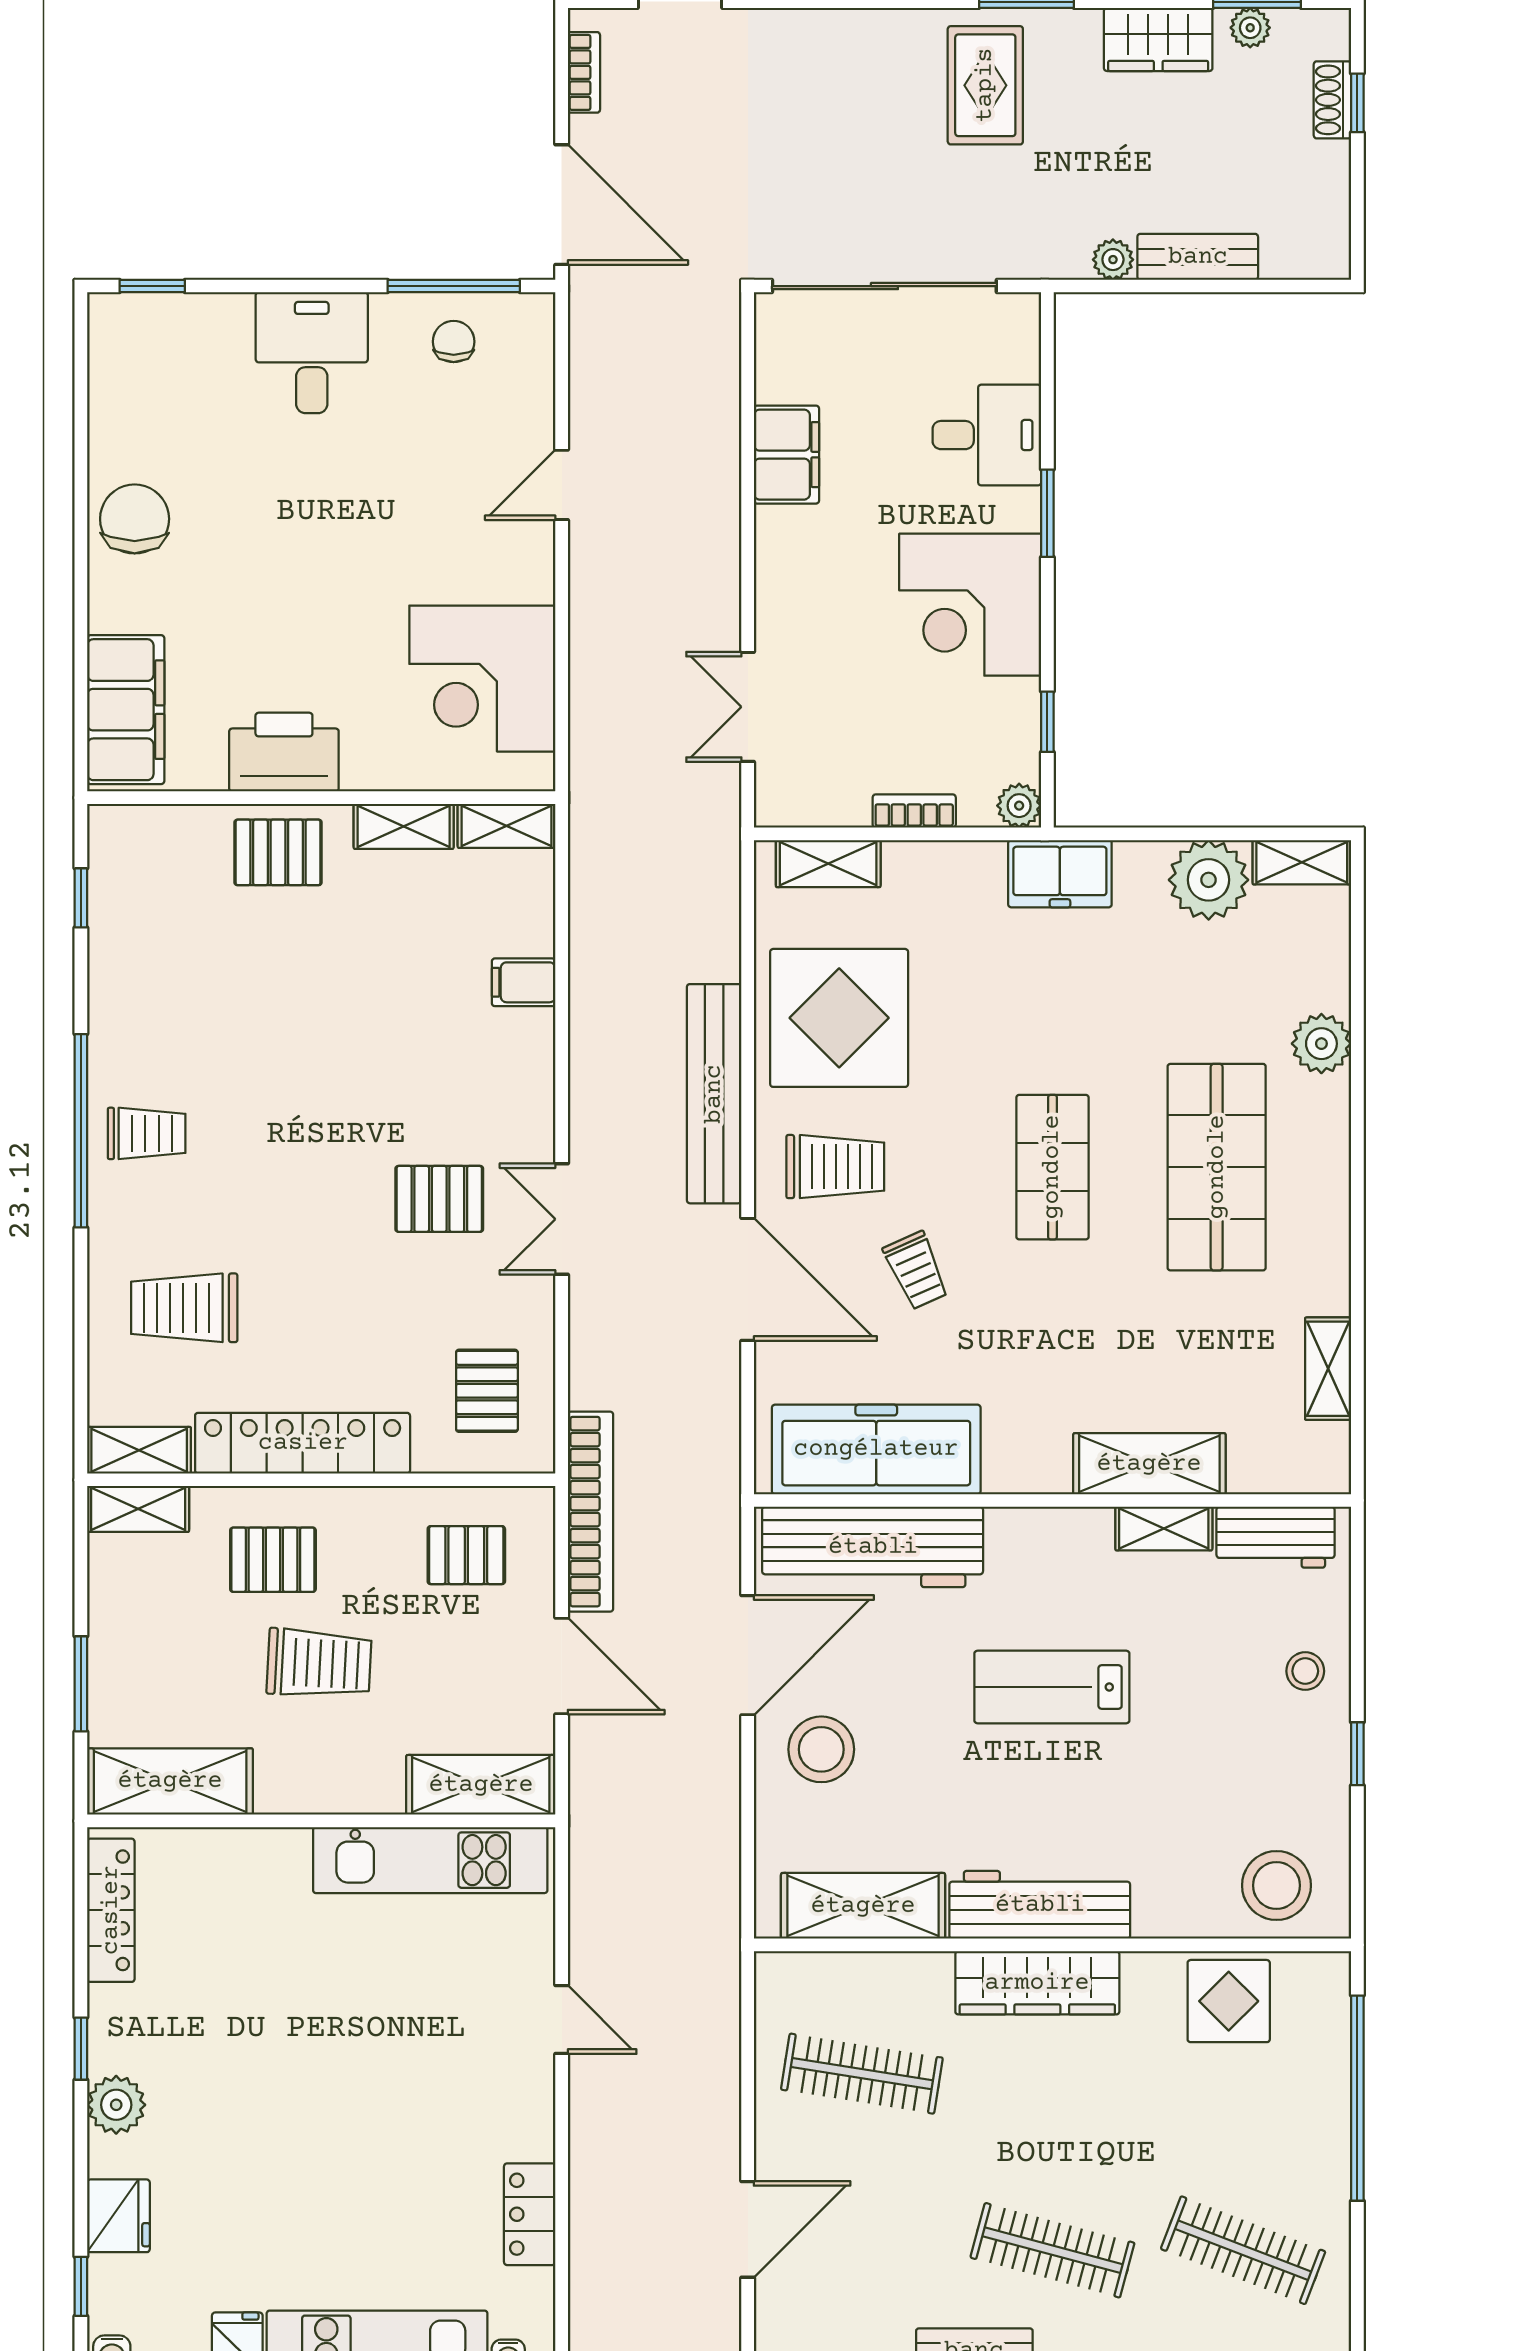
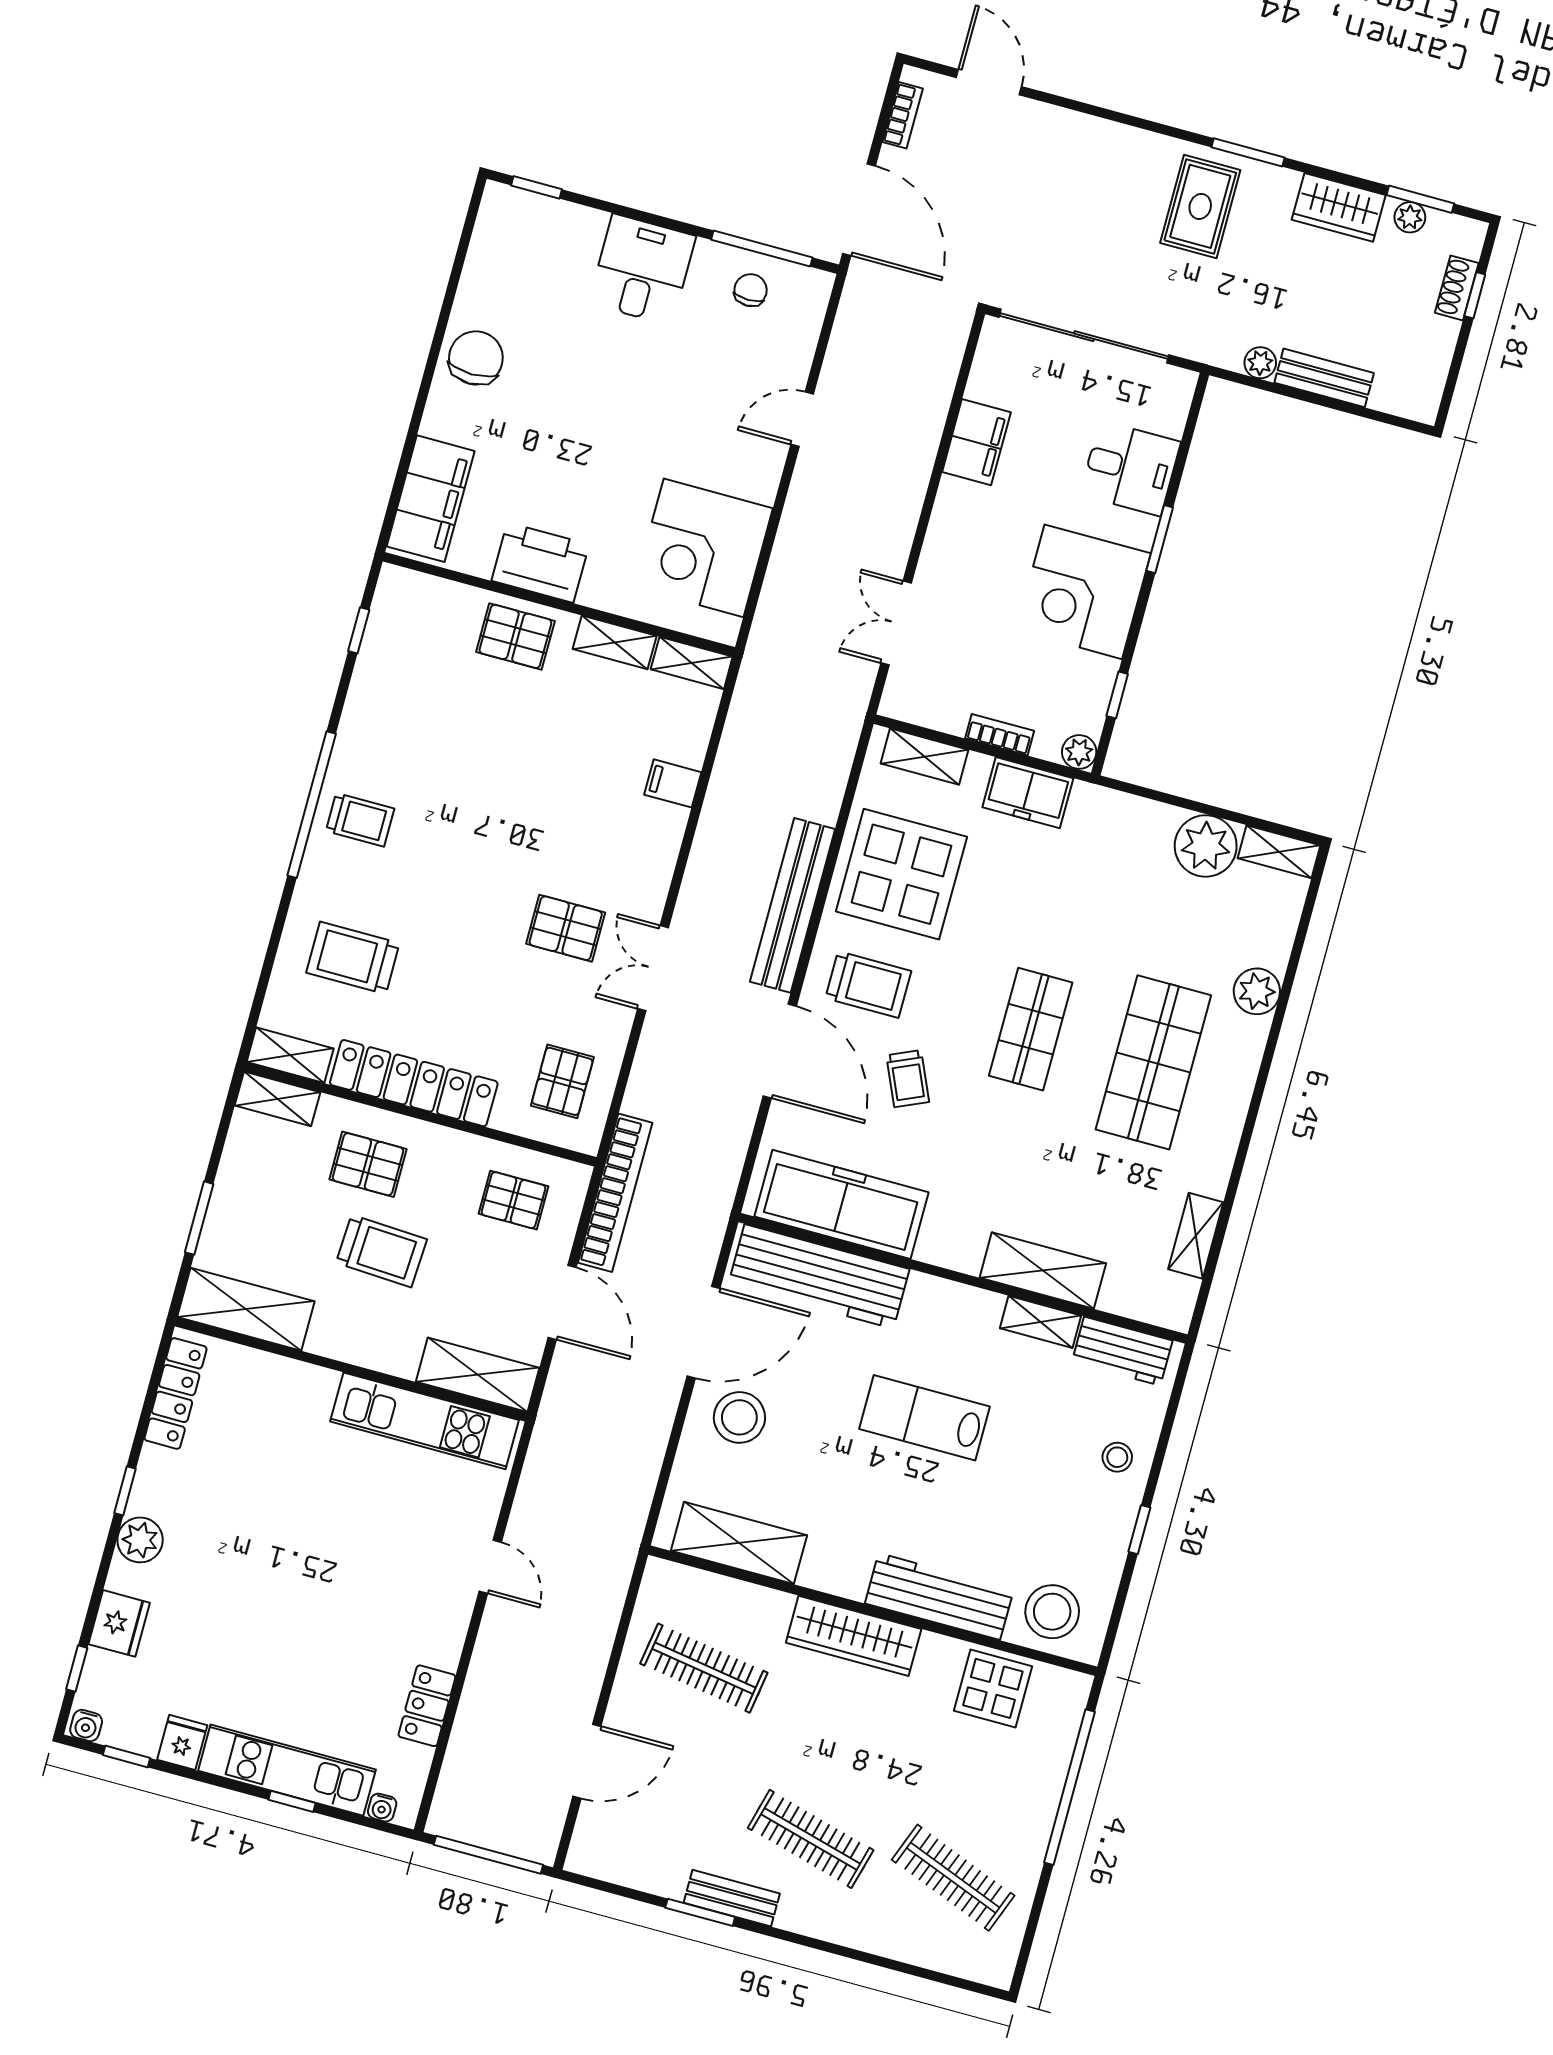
freezer: (1060, 874) -> (1028, 793), moved
workbench: (1040, 1905) -> (939, 1596), moved

